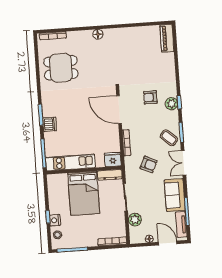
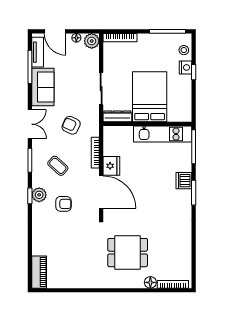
floor lamp: (98, 34) -> (150, 282), moved
dining table: (61, 68) -> (128, 253), moved
coffee table: (169, 138) -> (58, 166), moved
fridge: (113, 160) -> (111, 166), moved, turned -90
plant: (135, 220) -> (92, 41), moved

